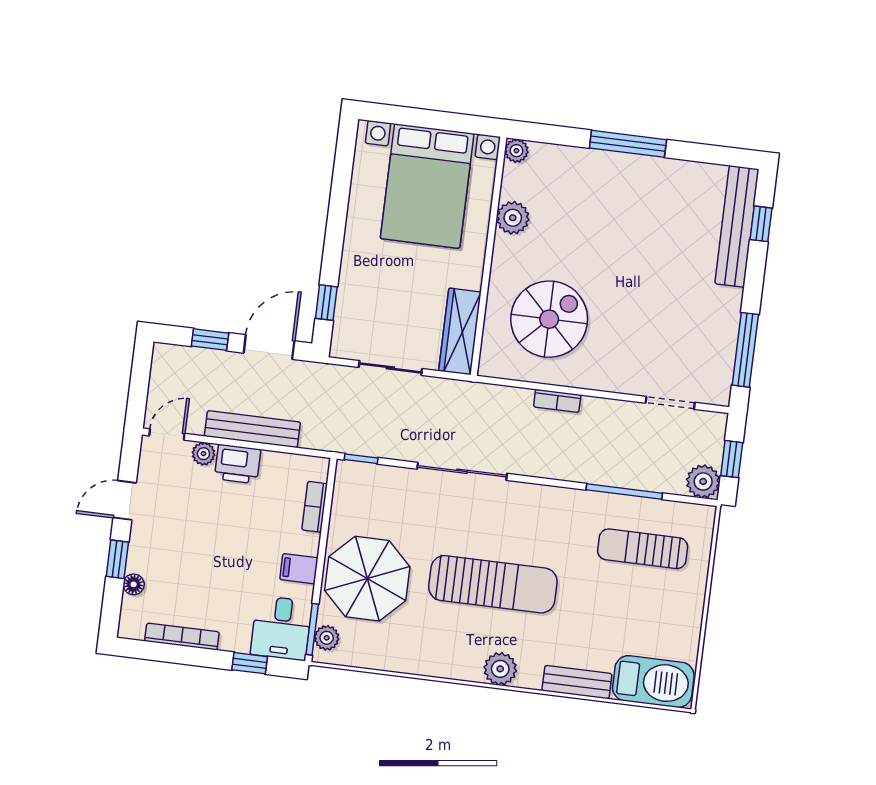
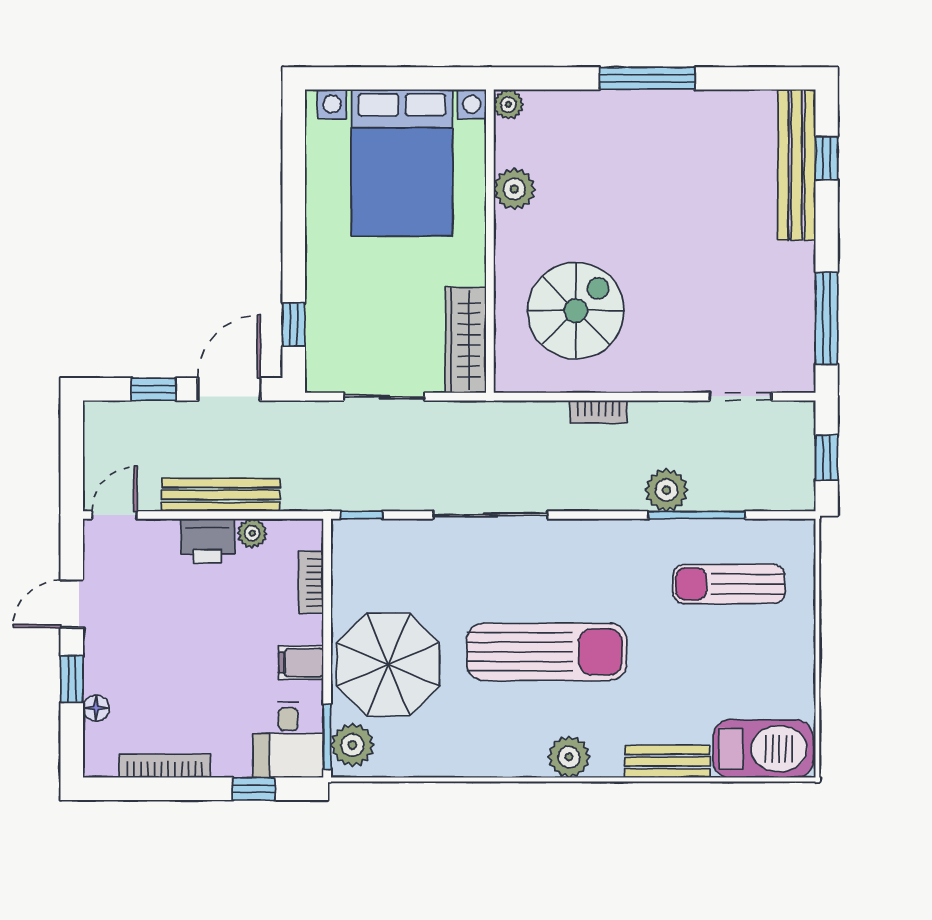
plant: (203, 454) -> (252, 533), moved
plant: (703, 481) -> (666, 490), moved
plant: (327, 638) -> (352, 745), width x1.38, depth x1.38

